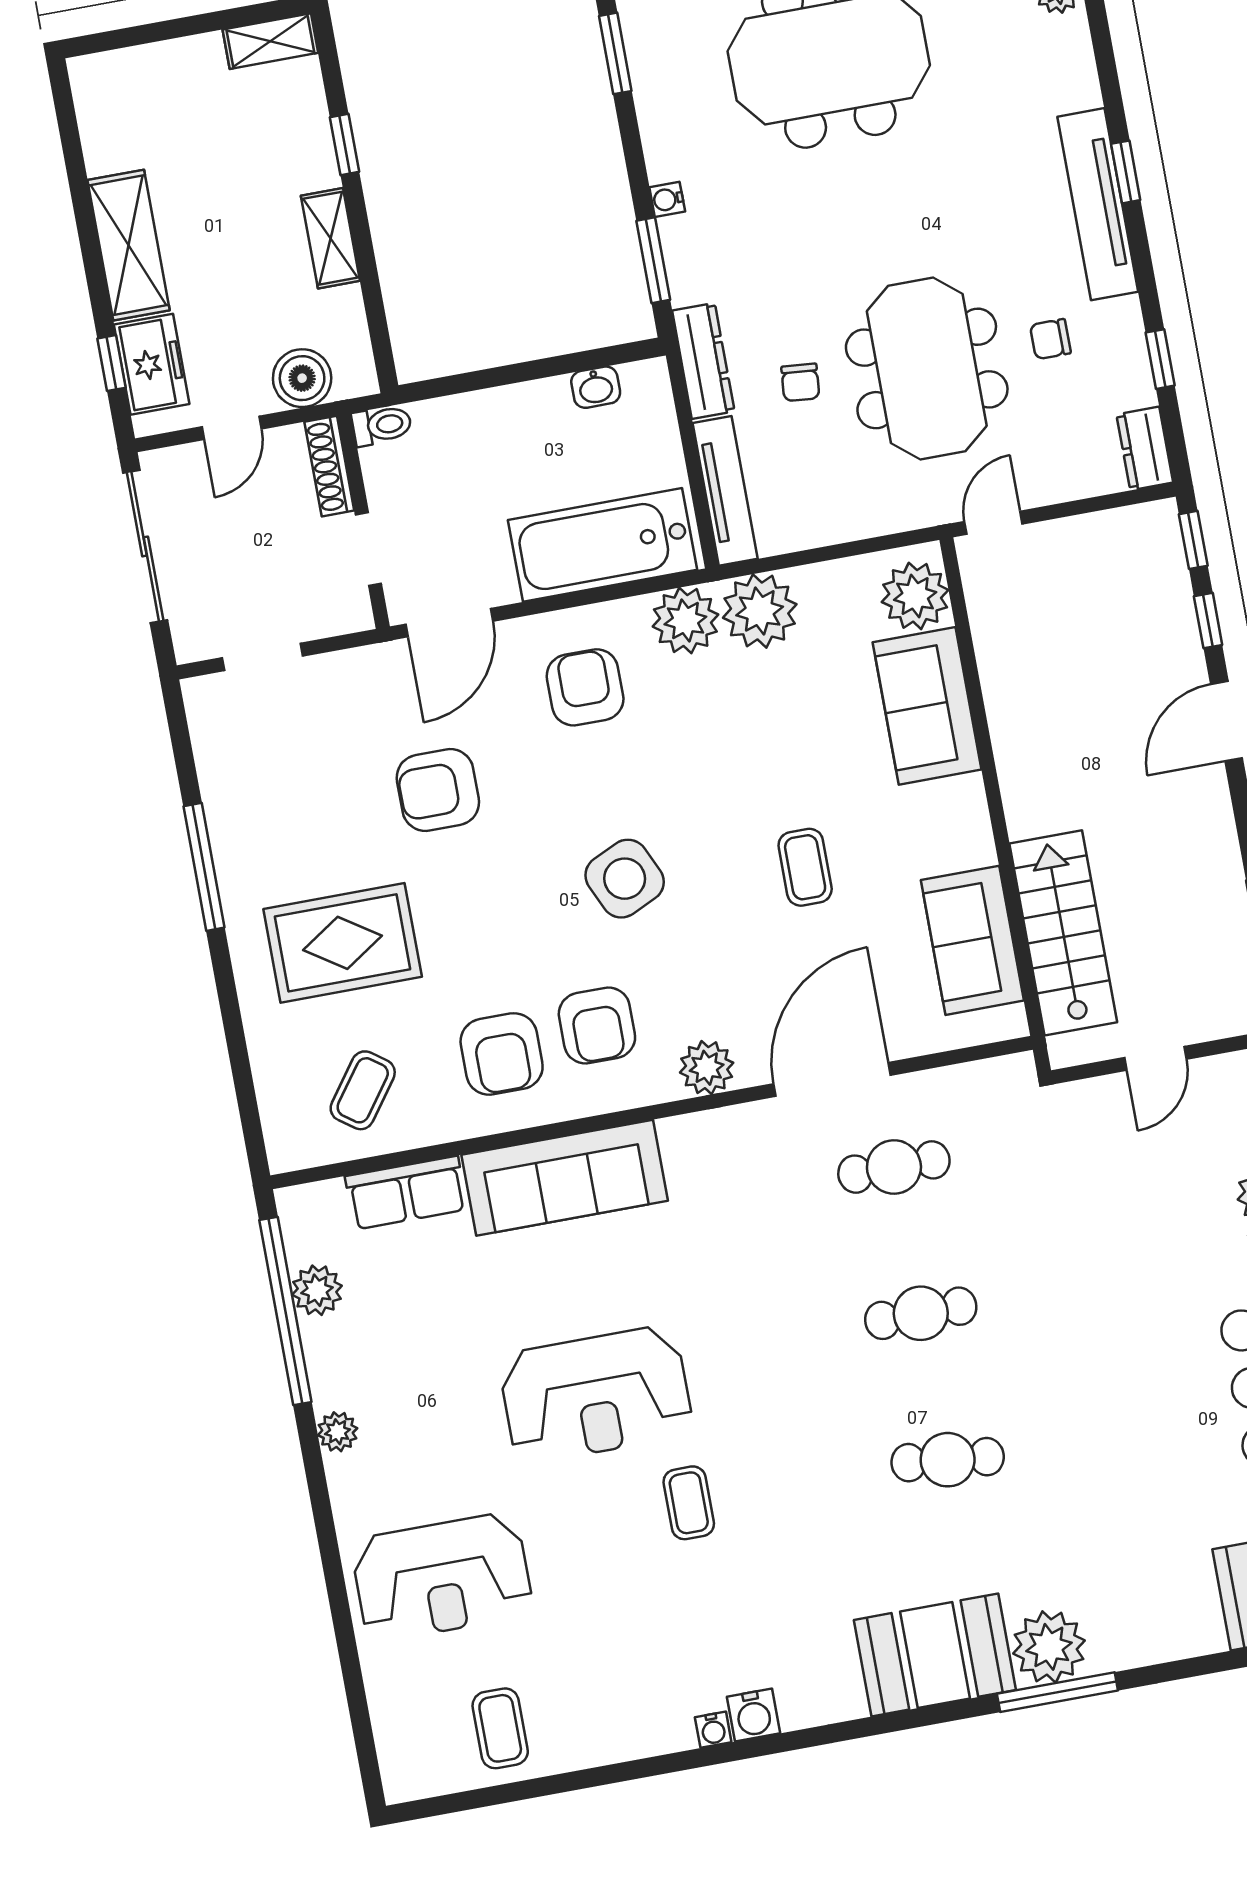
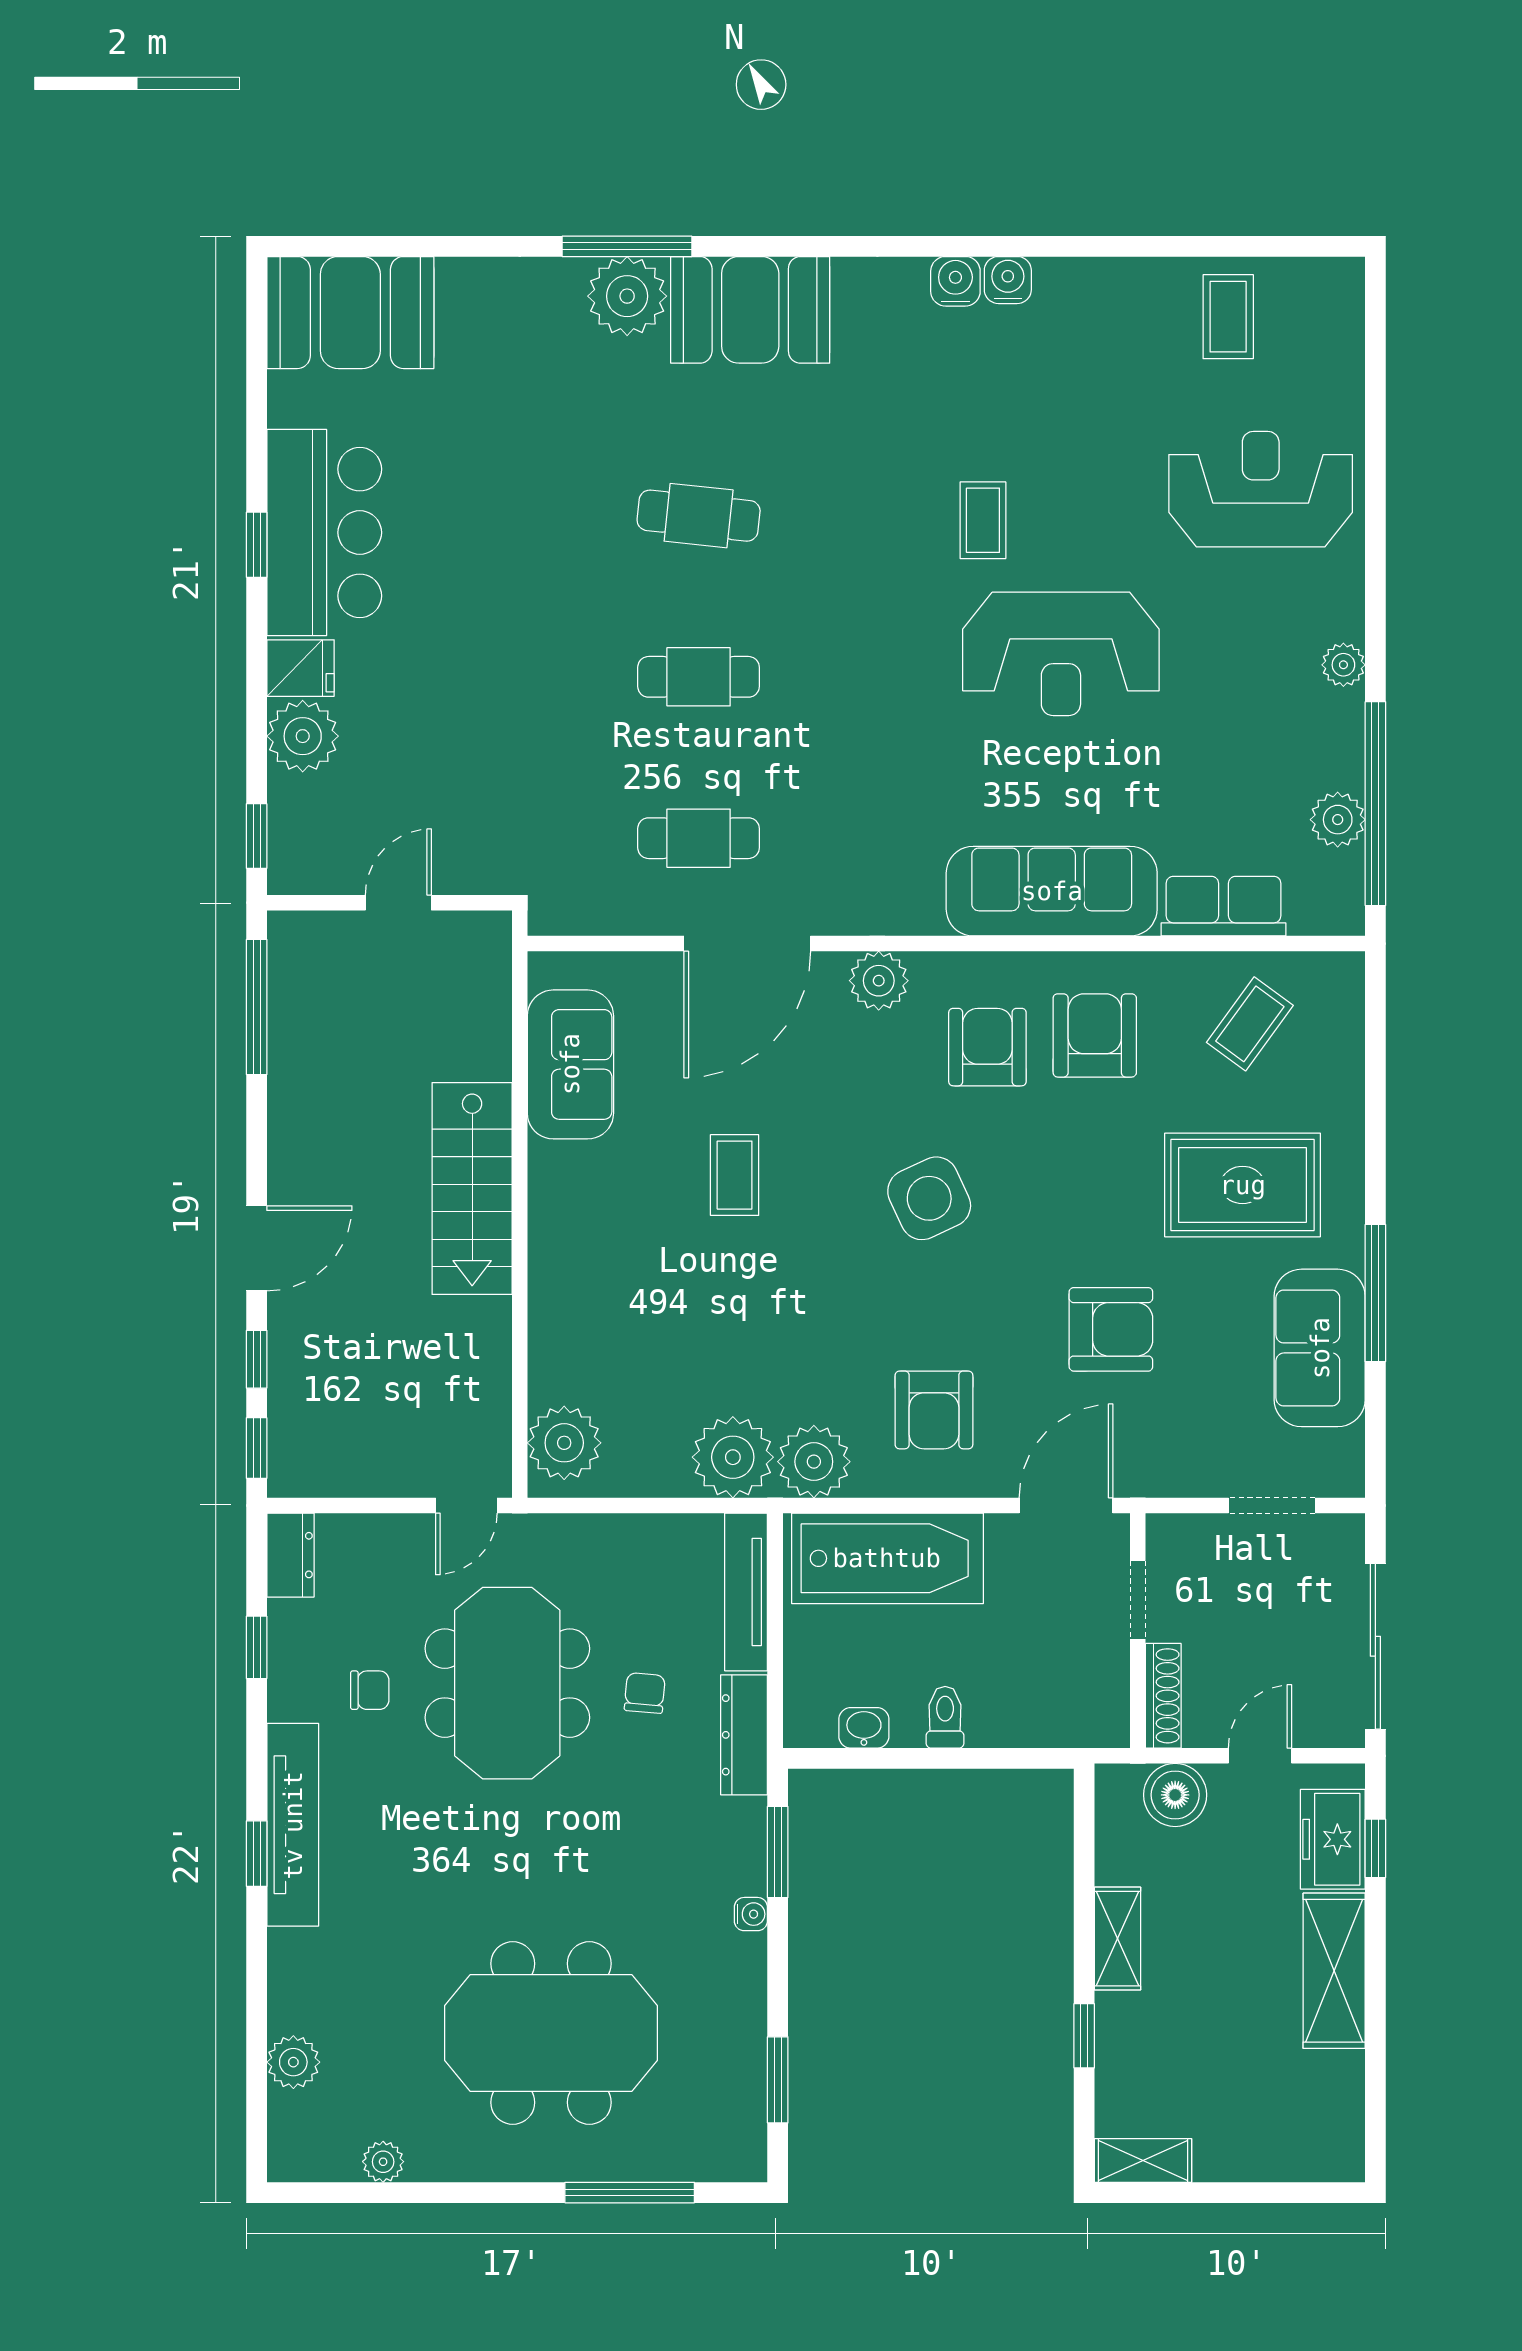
toilet: (382, 425) -> (945, 1717), moved, turned 90
sofa: (927, 706) -> (1320, 1348), moved, turned 180
stairs: (1063, 933) -> (472, 1188), moved
reception desk: (596, 1395) -> (1061, 654), turned 180
water cooler: (713, 1730) -> (1008, 280), width x1.38, depth x1.38

